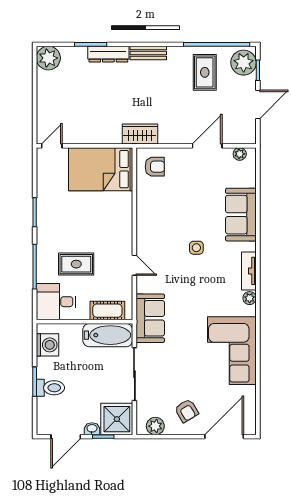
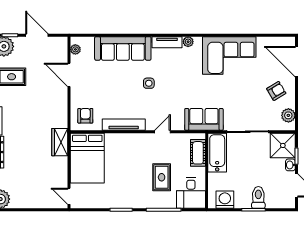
wardrobe: (140, 134) -> (60, 142), moved
sofa: (241, 215) -> (123, 48), width x1.36
tv unit: (144, 216) -> (124, 125), added

